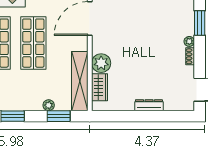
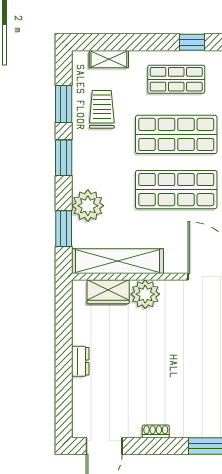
plant: (189, 41) -> (179, 430), removed
plant: (49, 105) -> (88, 206), width x1.87, depth x1.87
dresser: (149, 105) -> (80, 361), width x0.70

